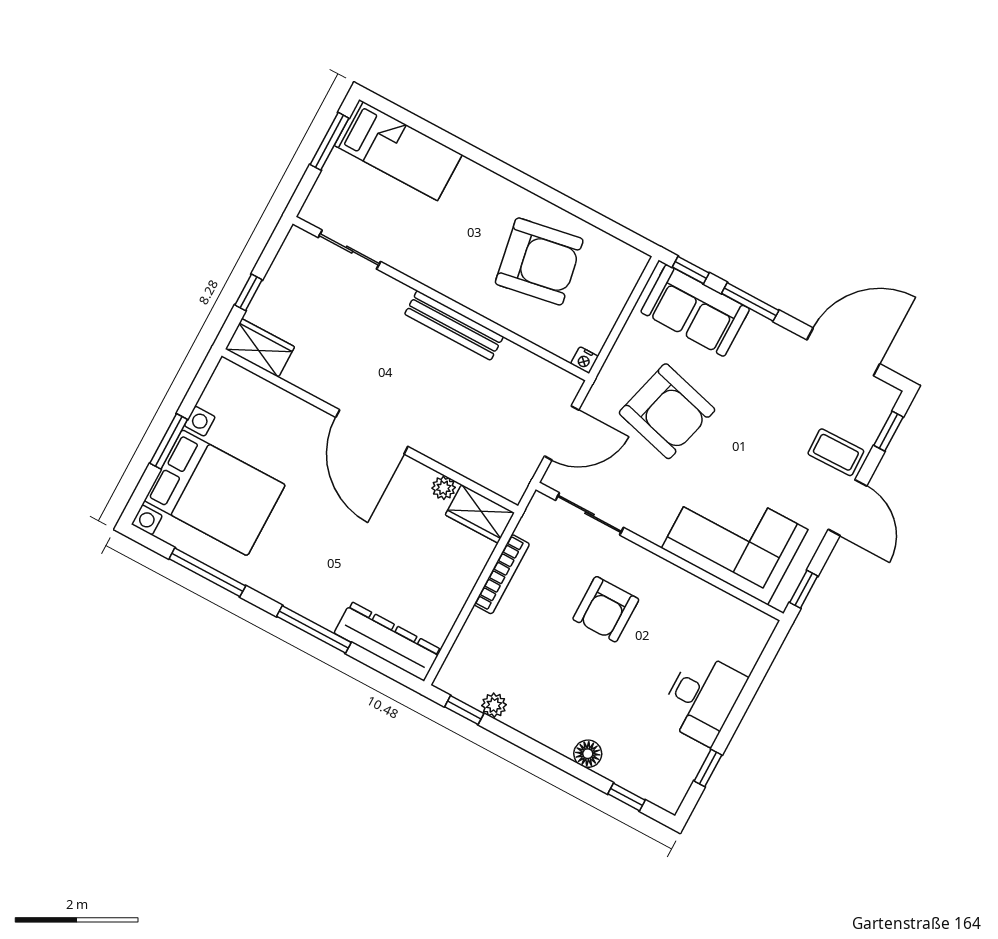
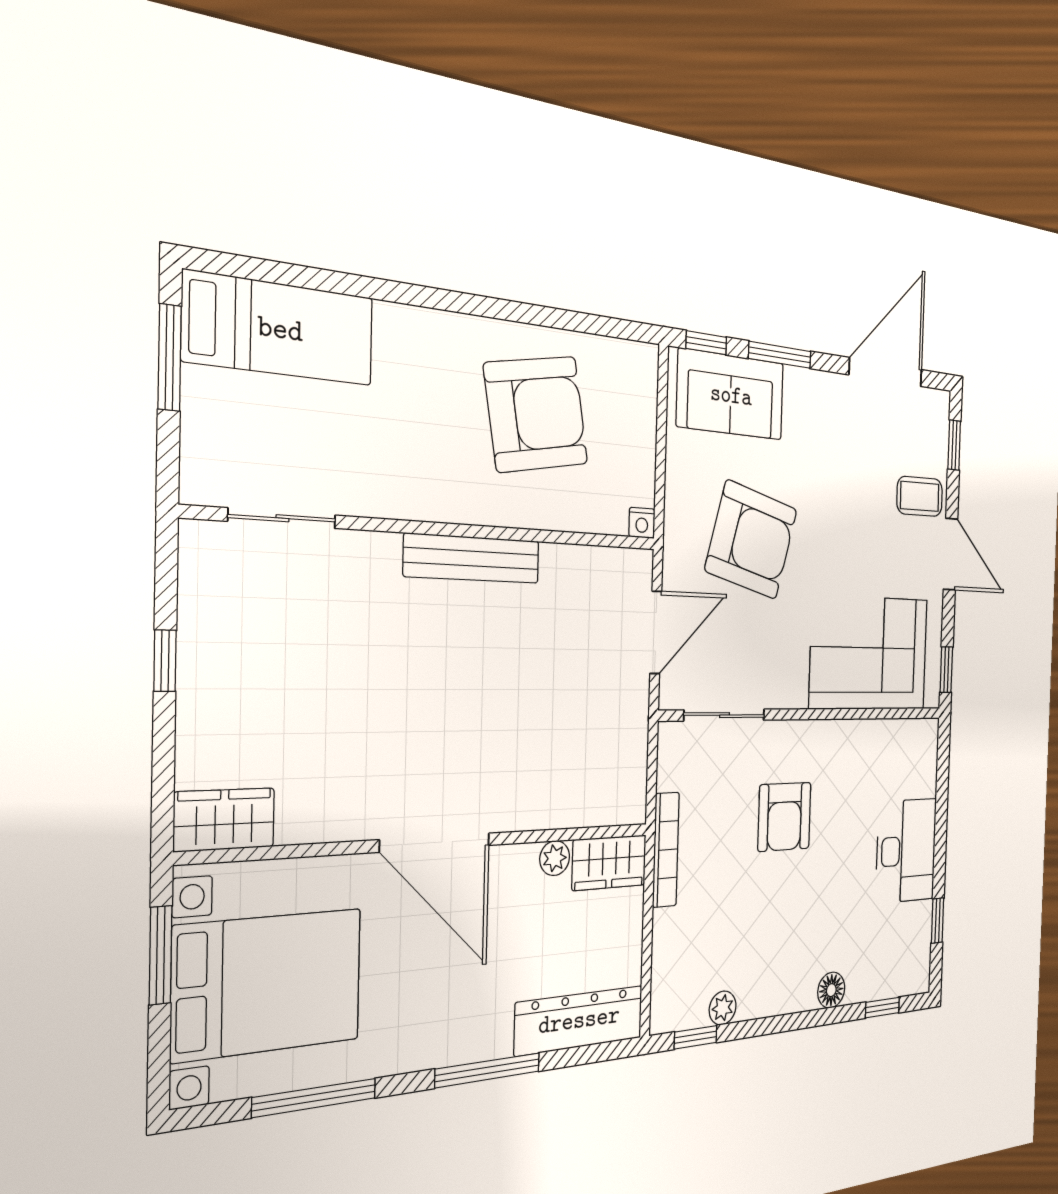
wardrobe: (260, 348) -> (224, 820), moved
wall: (370, 431) -> (432, 843), moved
door: (372, 432) -> (435, 843), moved
plant: (444, 488) -> (555, 858), moved
wardrobe: (480, 514) -> (609, 863), moved

